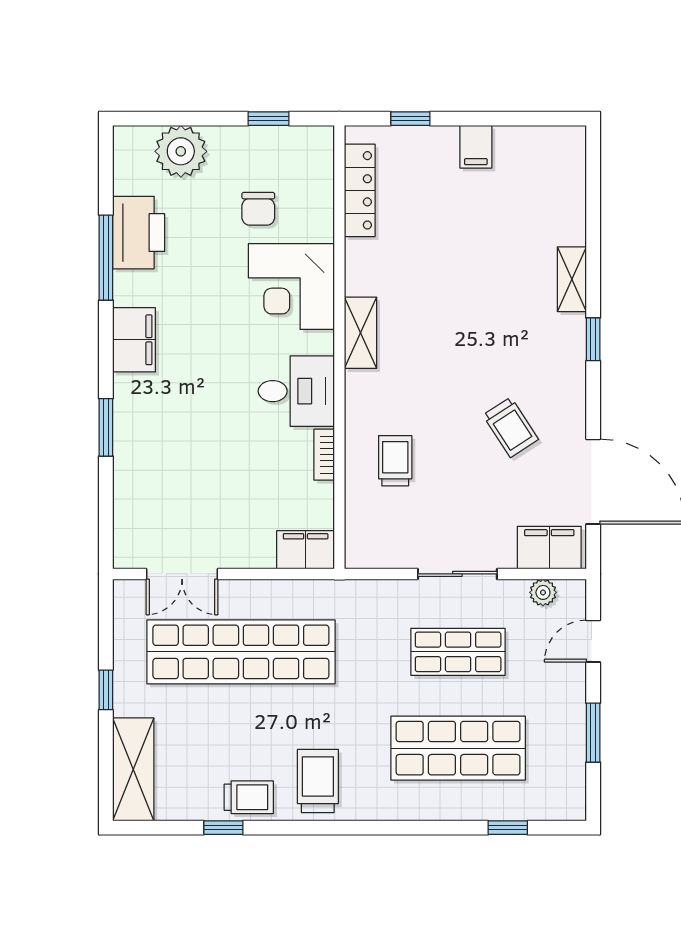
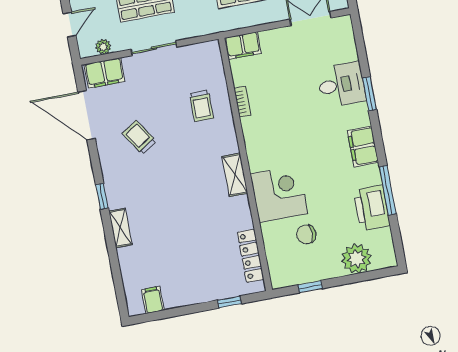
filing cabinet: (476, 147) -> (153, 300), moved
chair: (258, 209) -> (306, 234), turned -90
desk: (296, 391) -> (341, 85), moved, turned 180

